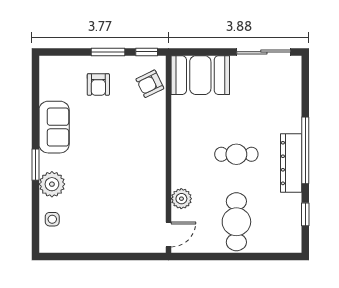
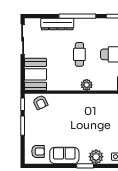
armchair: (98, 84) -> (38, 151), moved
dresser: (291, 163) -> (57, 24), moved
plant: (181, 199) -> (87, 85), moved

